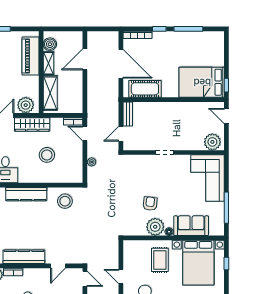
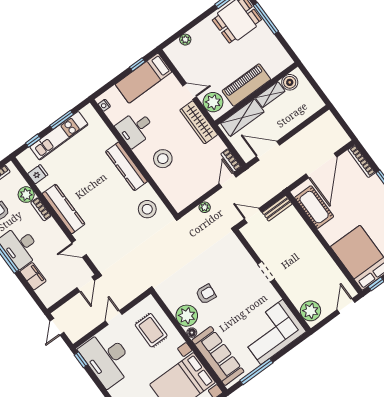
piano: (31, 56) -> (246, 85), moved
door: (85, 59) -> (268, 151), moved
stool: (47, 155) -> (163, 159), moved
sofa: (191, 226) -> (218, 356), width x1.36
rug: (160, 260) -> (151, 330), moved, turned 90

